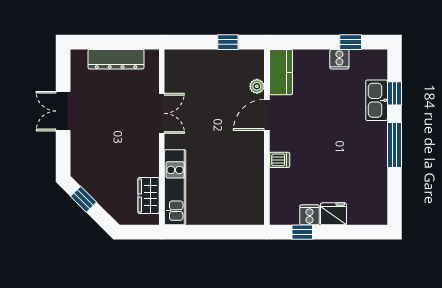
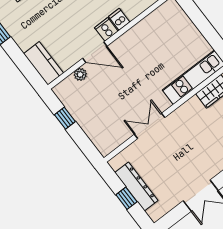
window: (112, 42) -> (126, 198), added
cooker: (339, 59) -> (106, 29), moved, turned -90
kitchen counter: (281, 72) -> (43, 63), moved, turned 90

